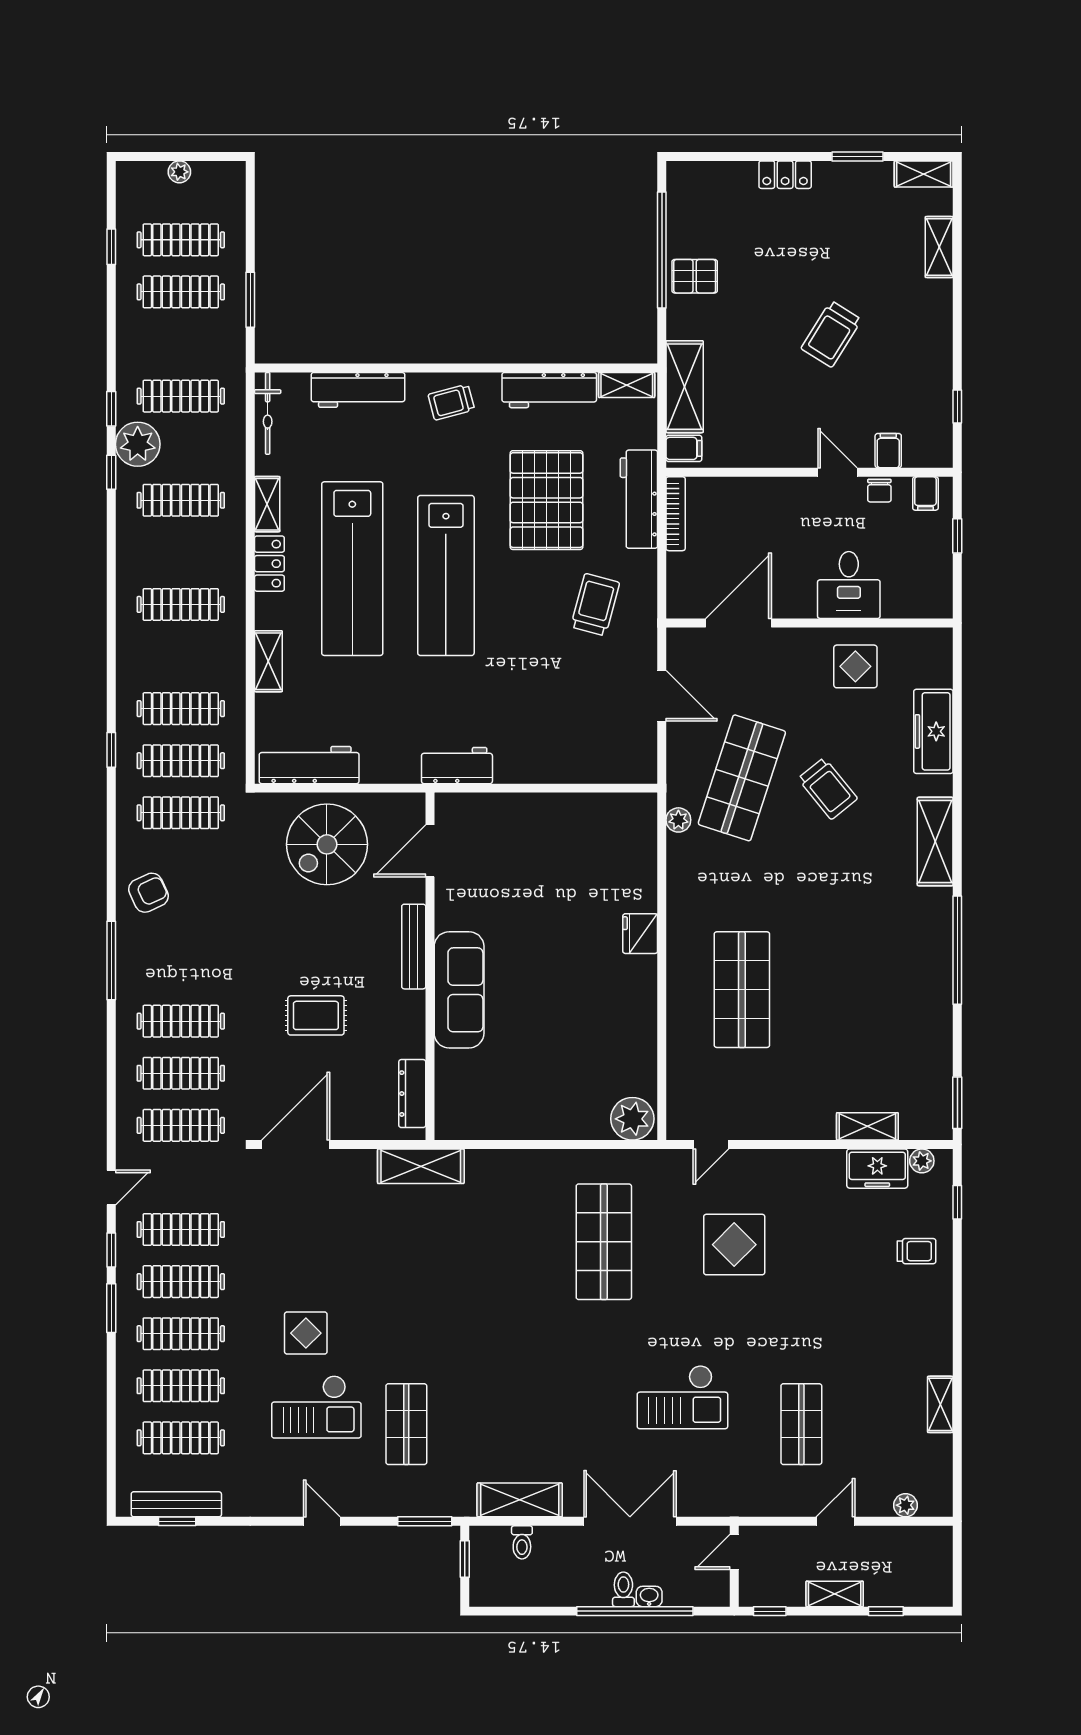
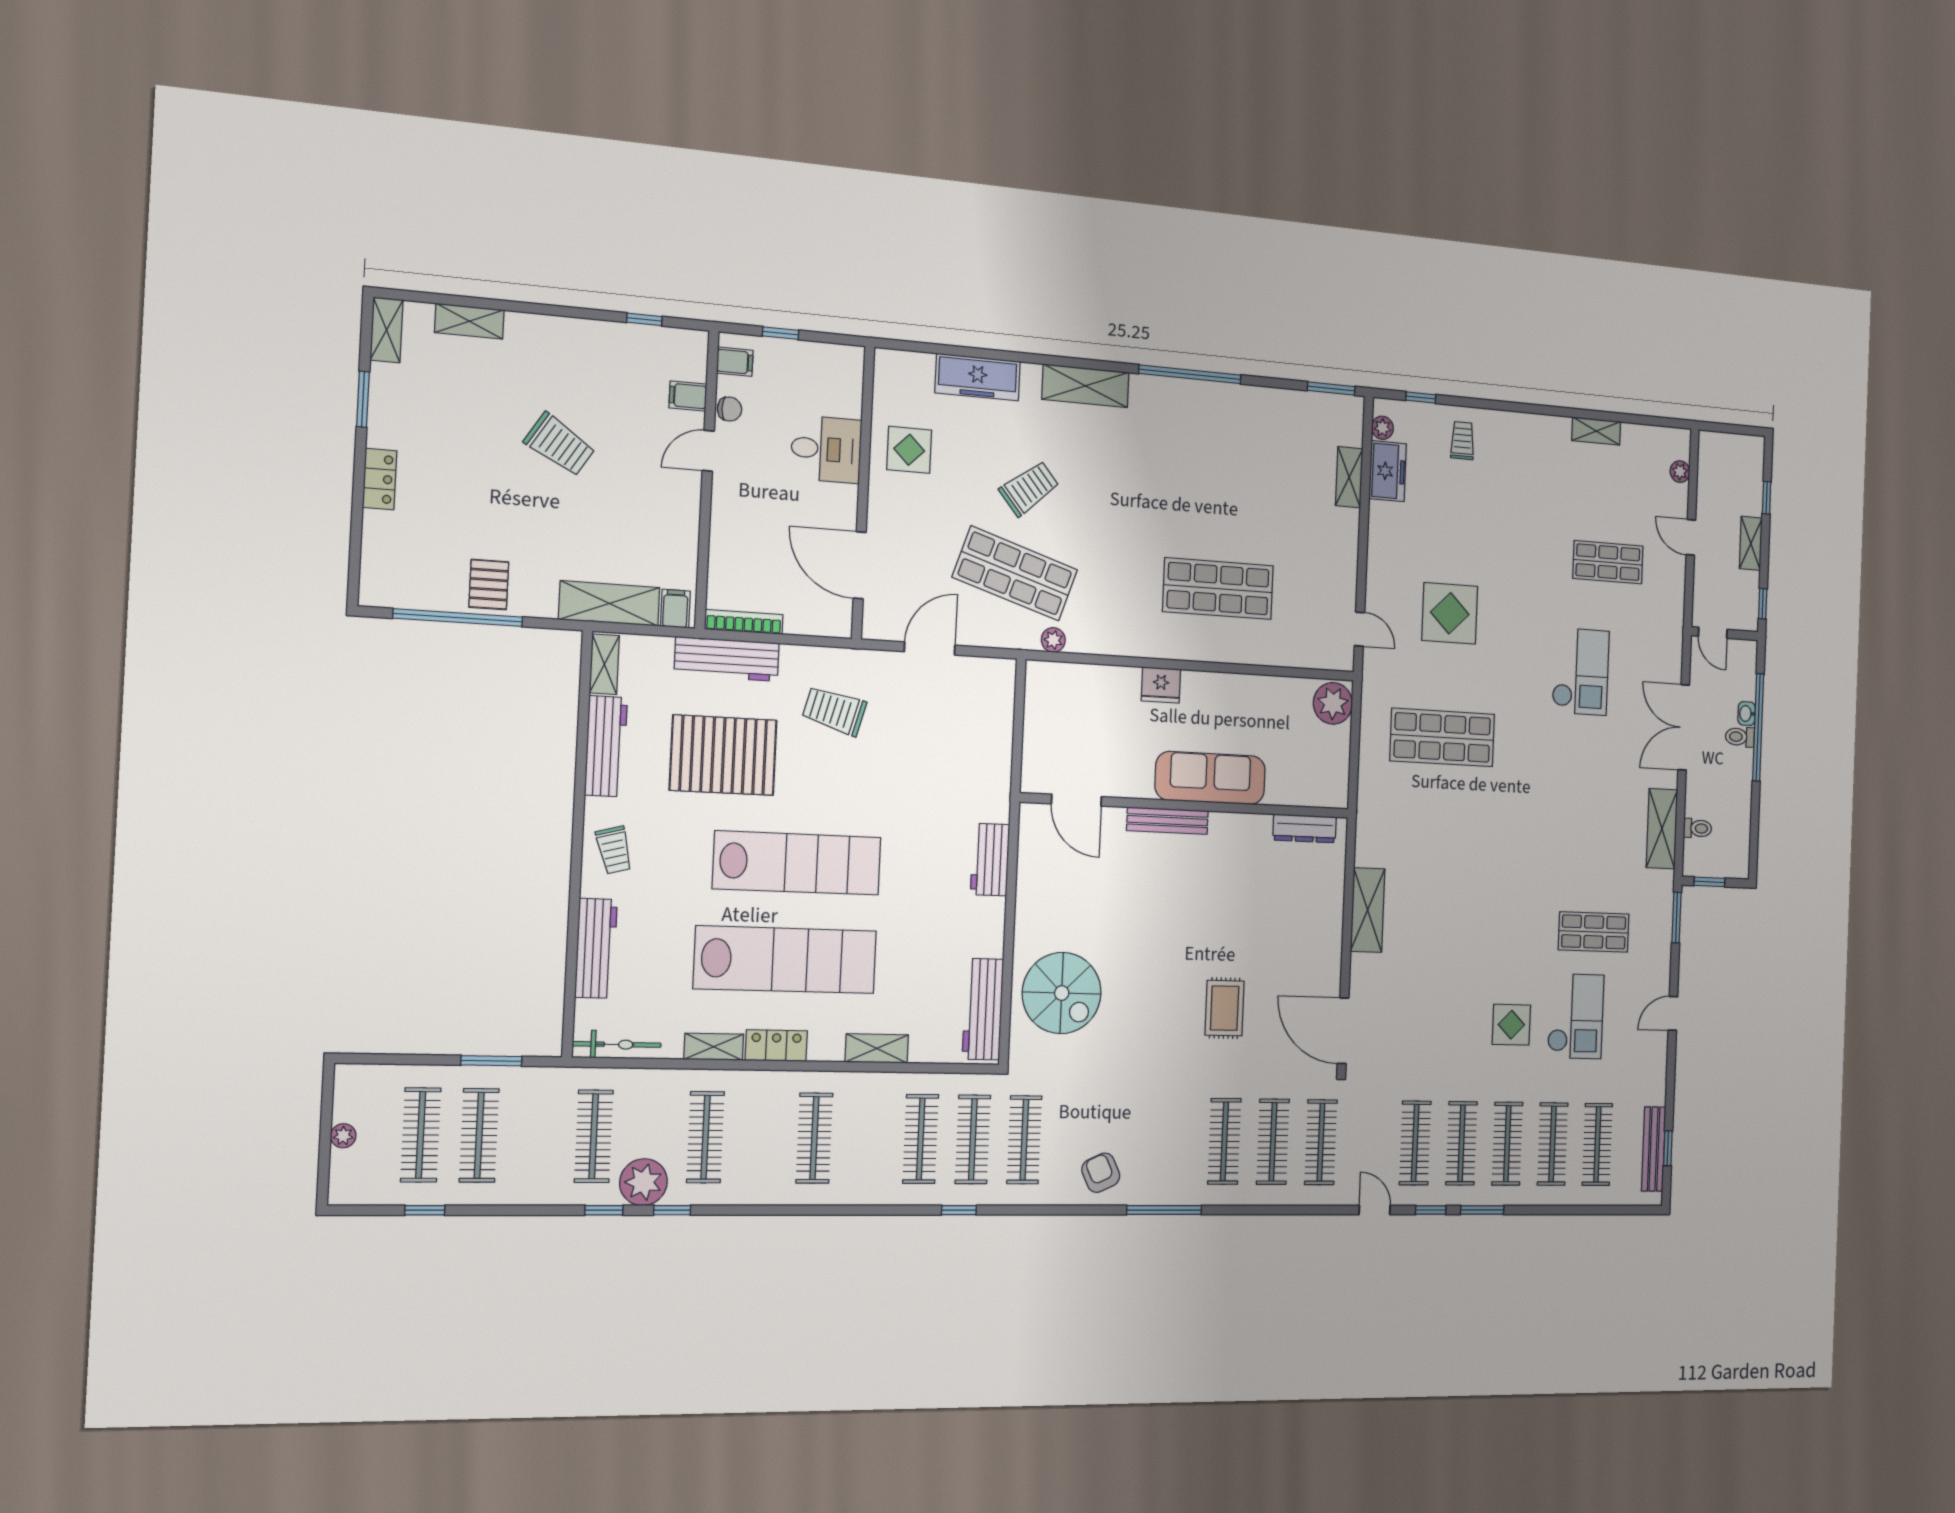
door: (430, 851) -> (1076, 800), moved
bench: (414, 947) -> (1167, 821), moved
wall: (430, 966) -> (1187, 806), moved
sofa: (459, 990) -> (1210, 778), moved
dresser: (412, 1094) -> (1305, 828), moved

